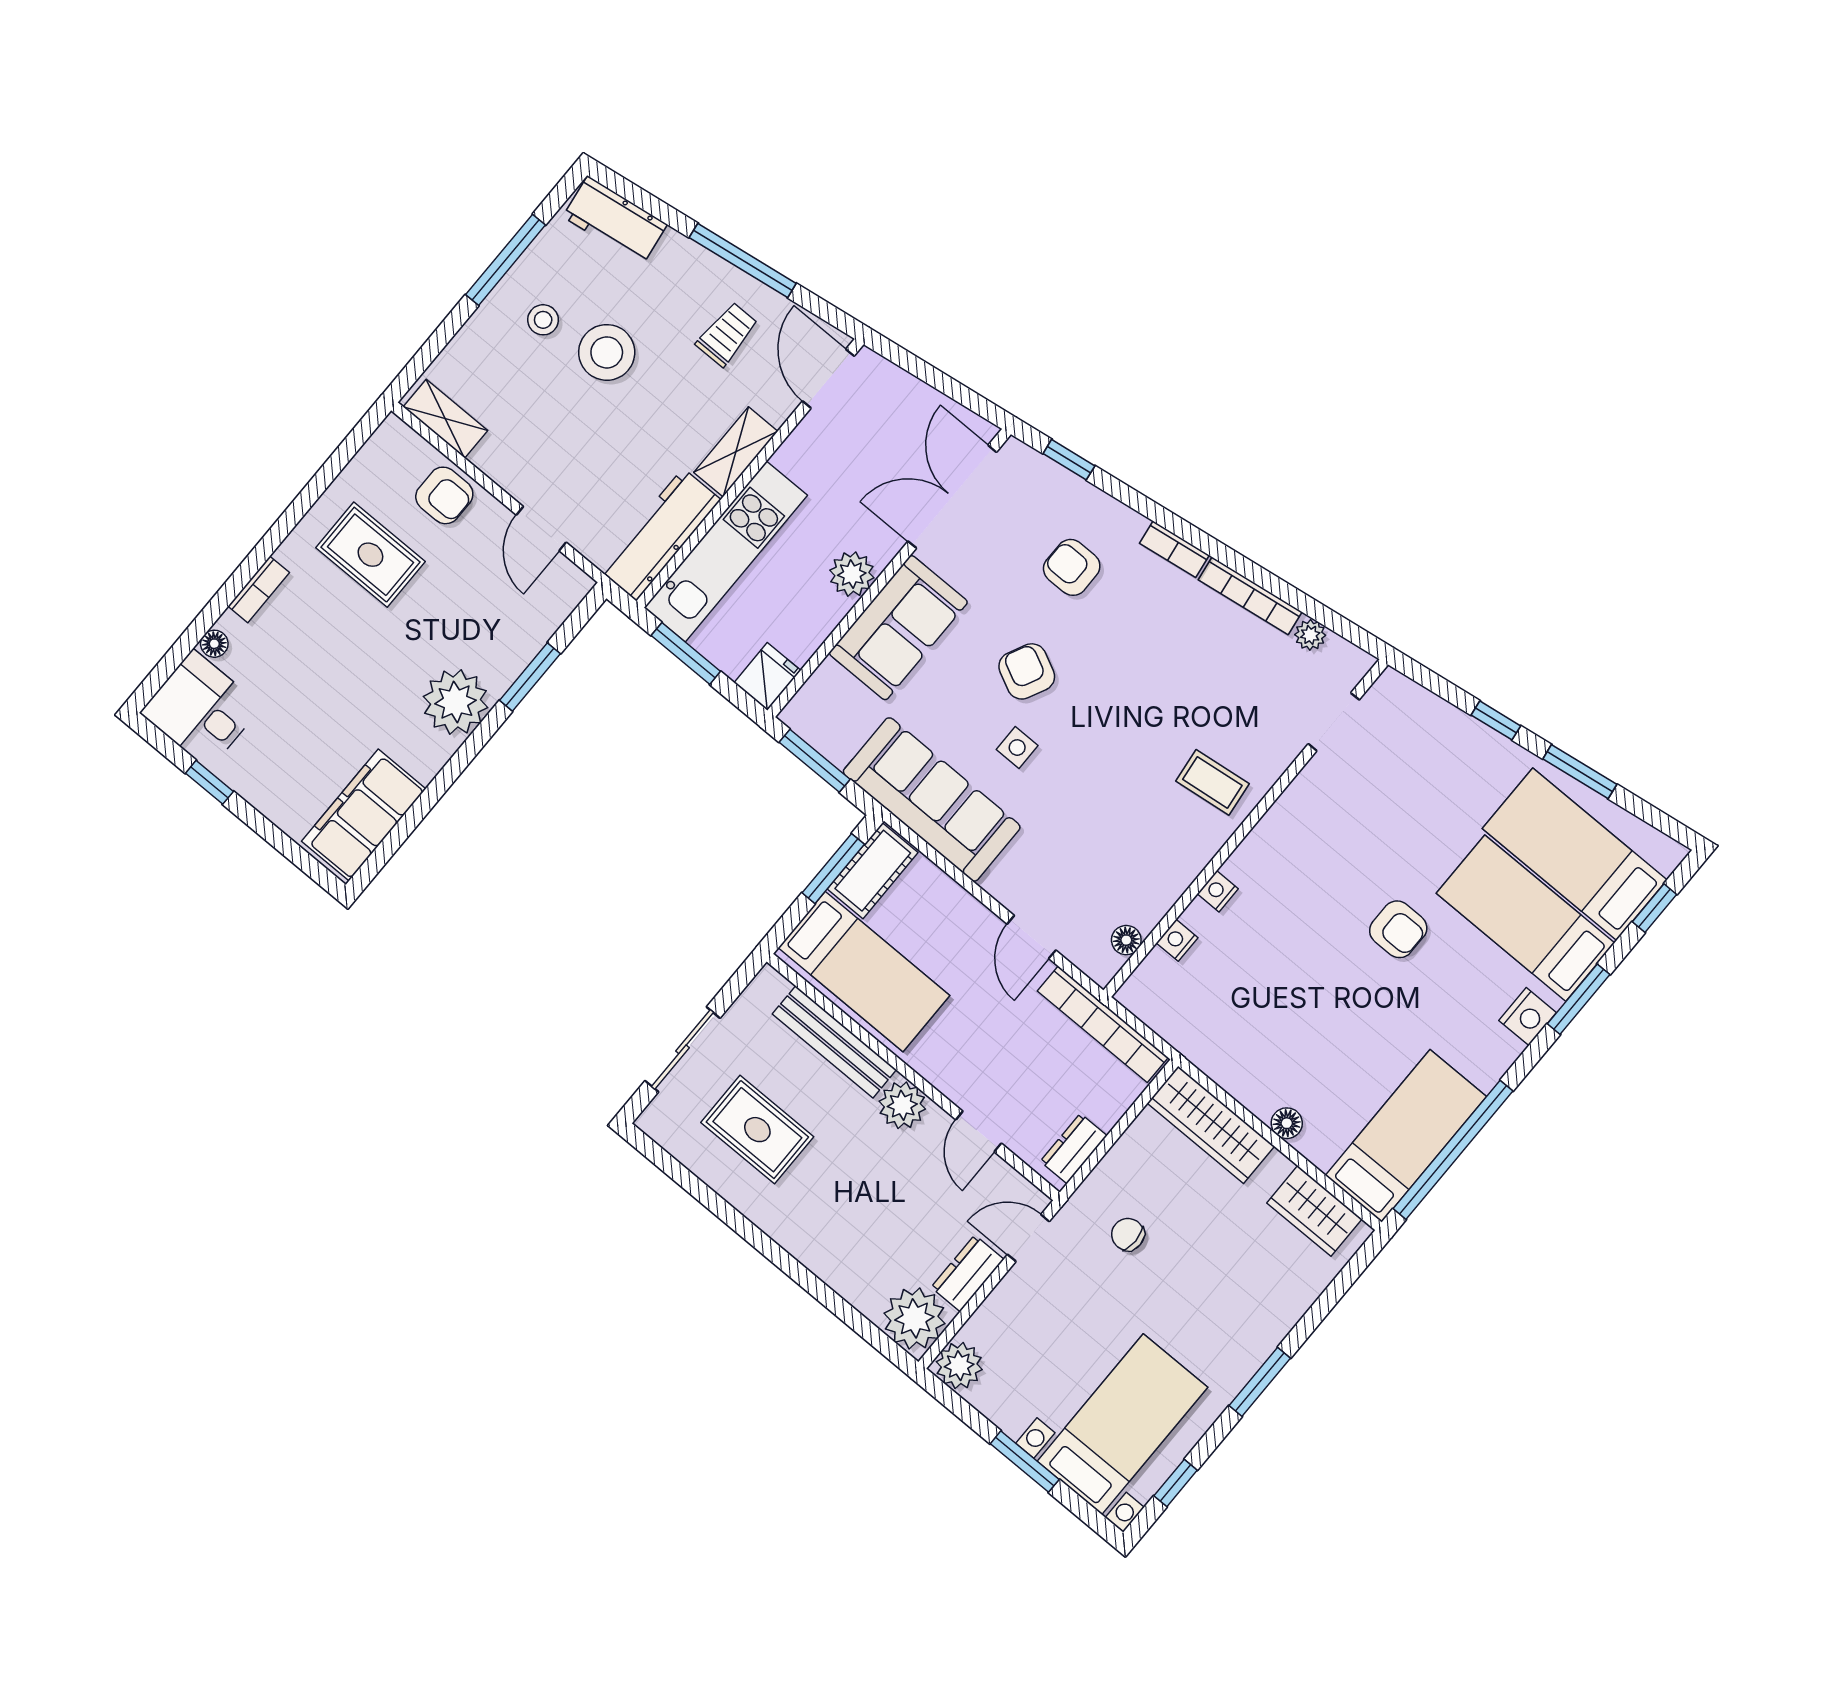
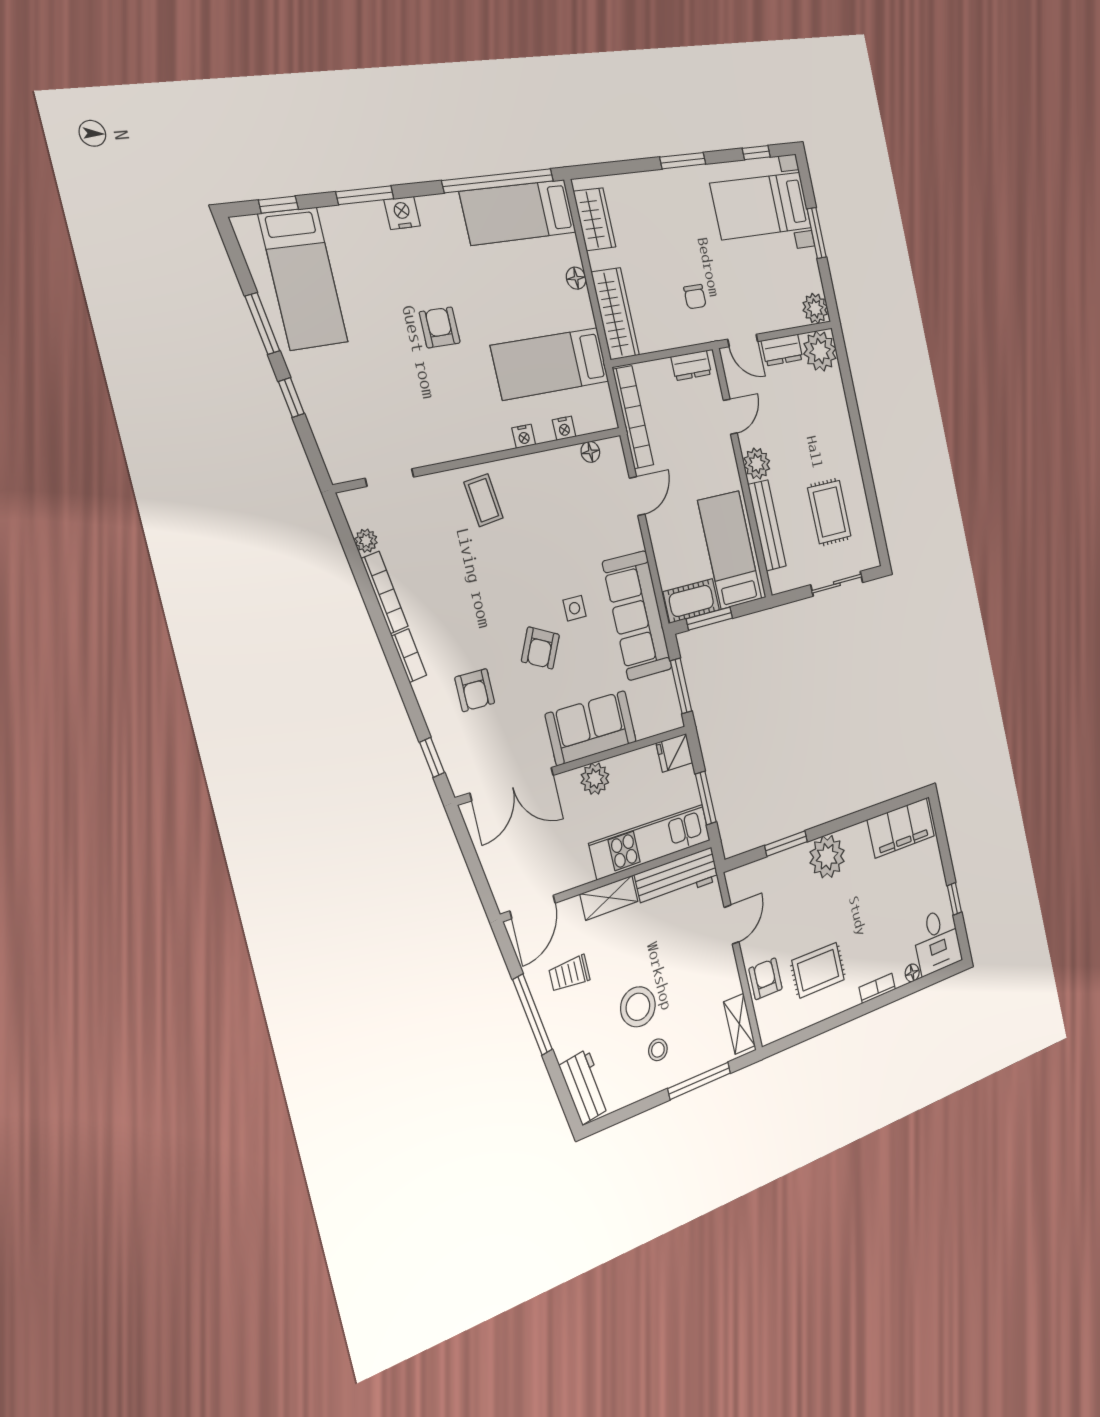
window: (506, 260) -> (699, 1081), moved
rug: (370, 555) -> (818, 970), turned 90
bed: (1525, 918) -> (550, 364), moved, turned 90

